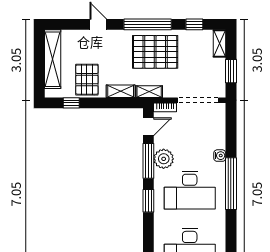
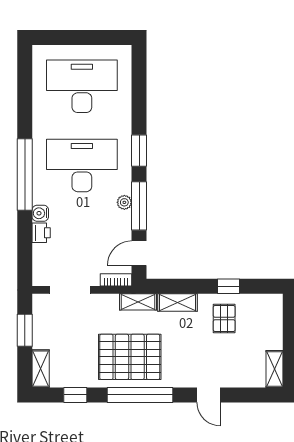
shelving: (53, 59) -> (274, 369), width x0.45, depth x0.75
pallet: (87, 80) -> (224, 319), width x0.67, depth x0.71
doorway: (198, 100) -> (70, 290), width x0.73
window: (71, 103) -> (229, 286), moved
printer: (219, 142) -> (41, 233), added
plant: (164, 159) -> (124, 202), width x0.53, depth x0.53

